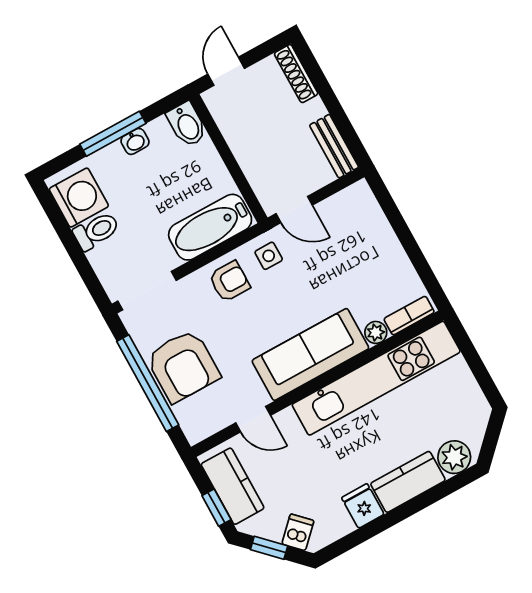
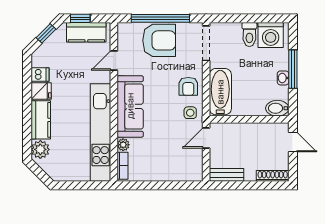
armchair: (183, 366) -> (159, 40), turned 180
dishwasher: (298, 532) -> (40, 75), moved, turned -45

